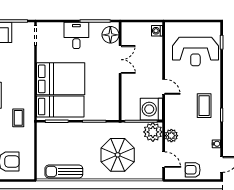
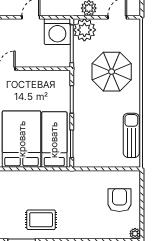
coffee table: (18, 118) -> (68, 189), removed
sun lounger: (64, 171) -> (131, 135), turned 180

